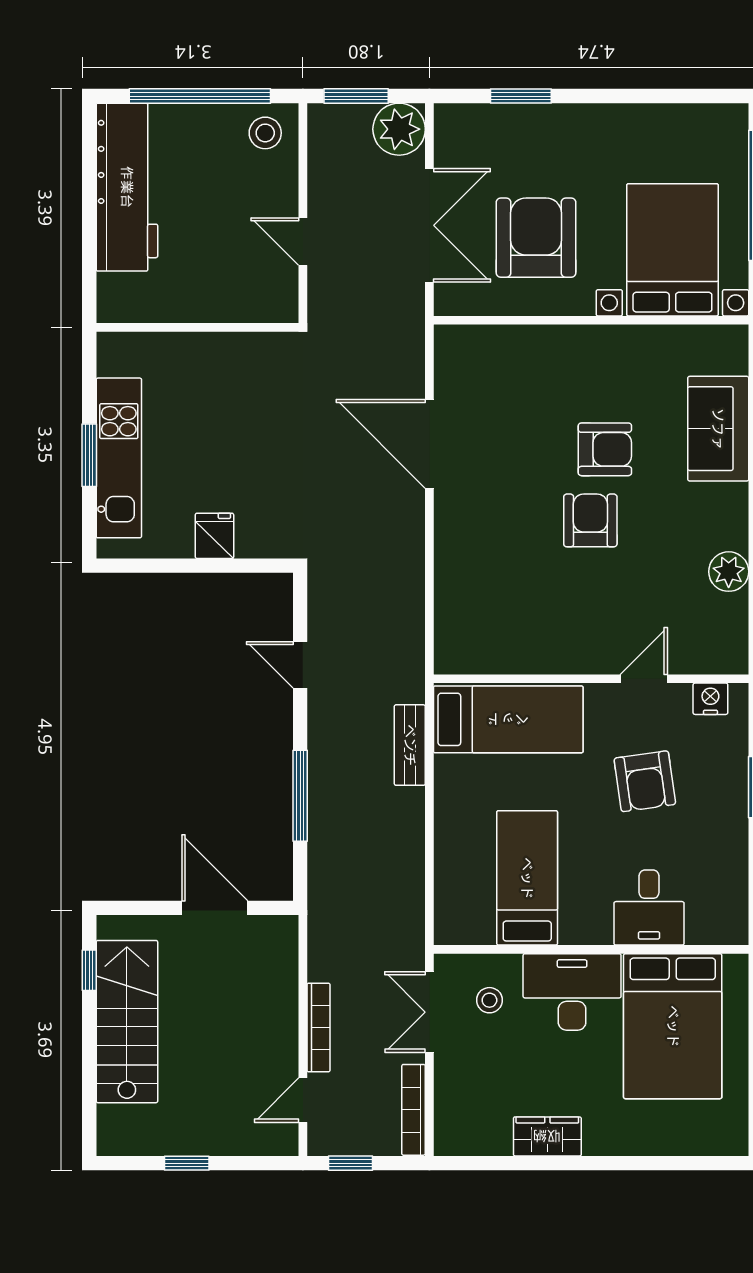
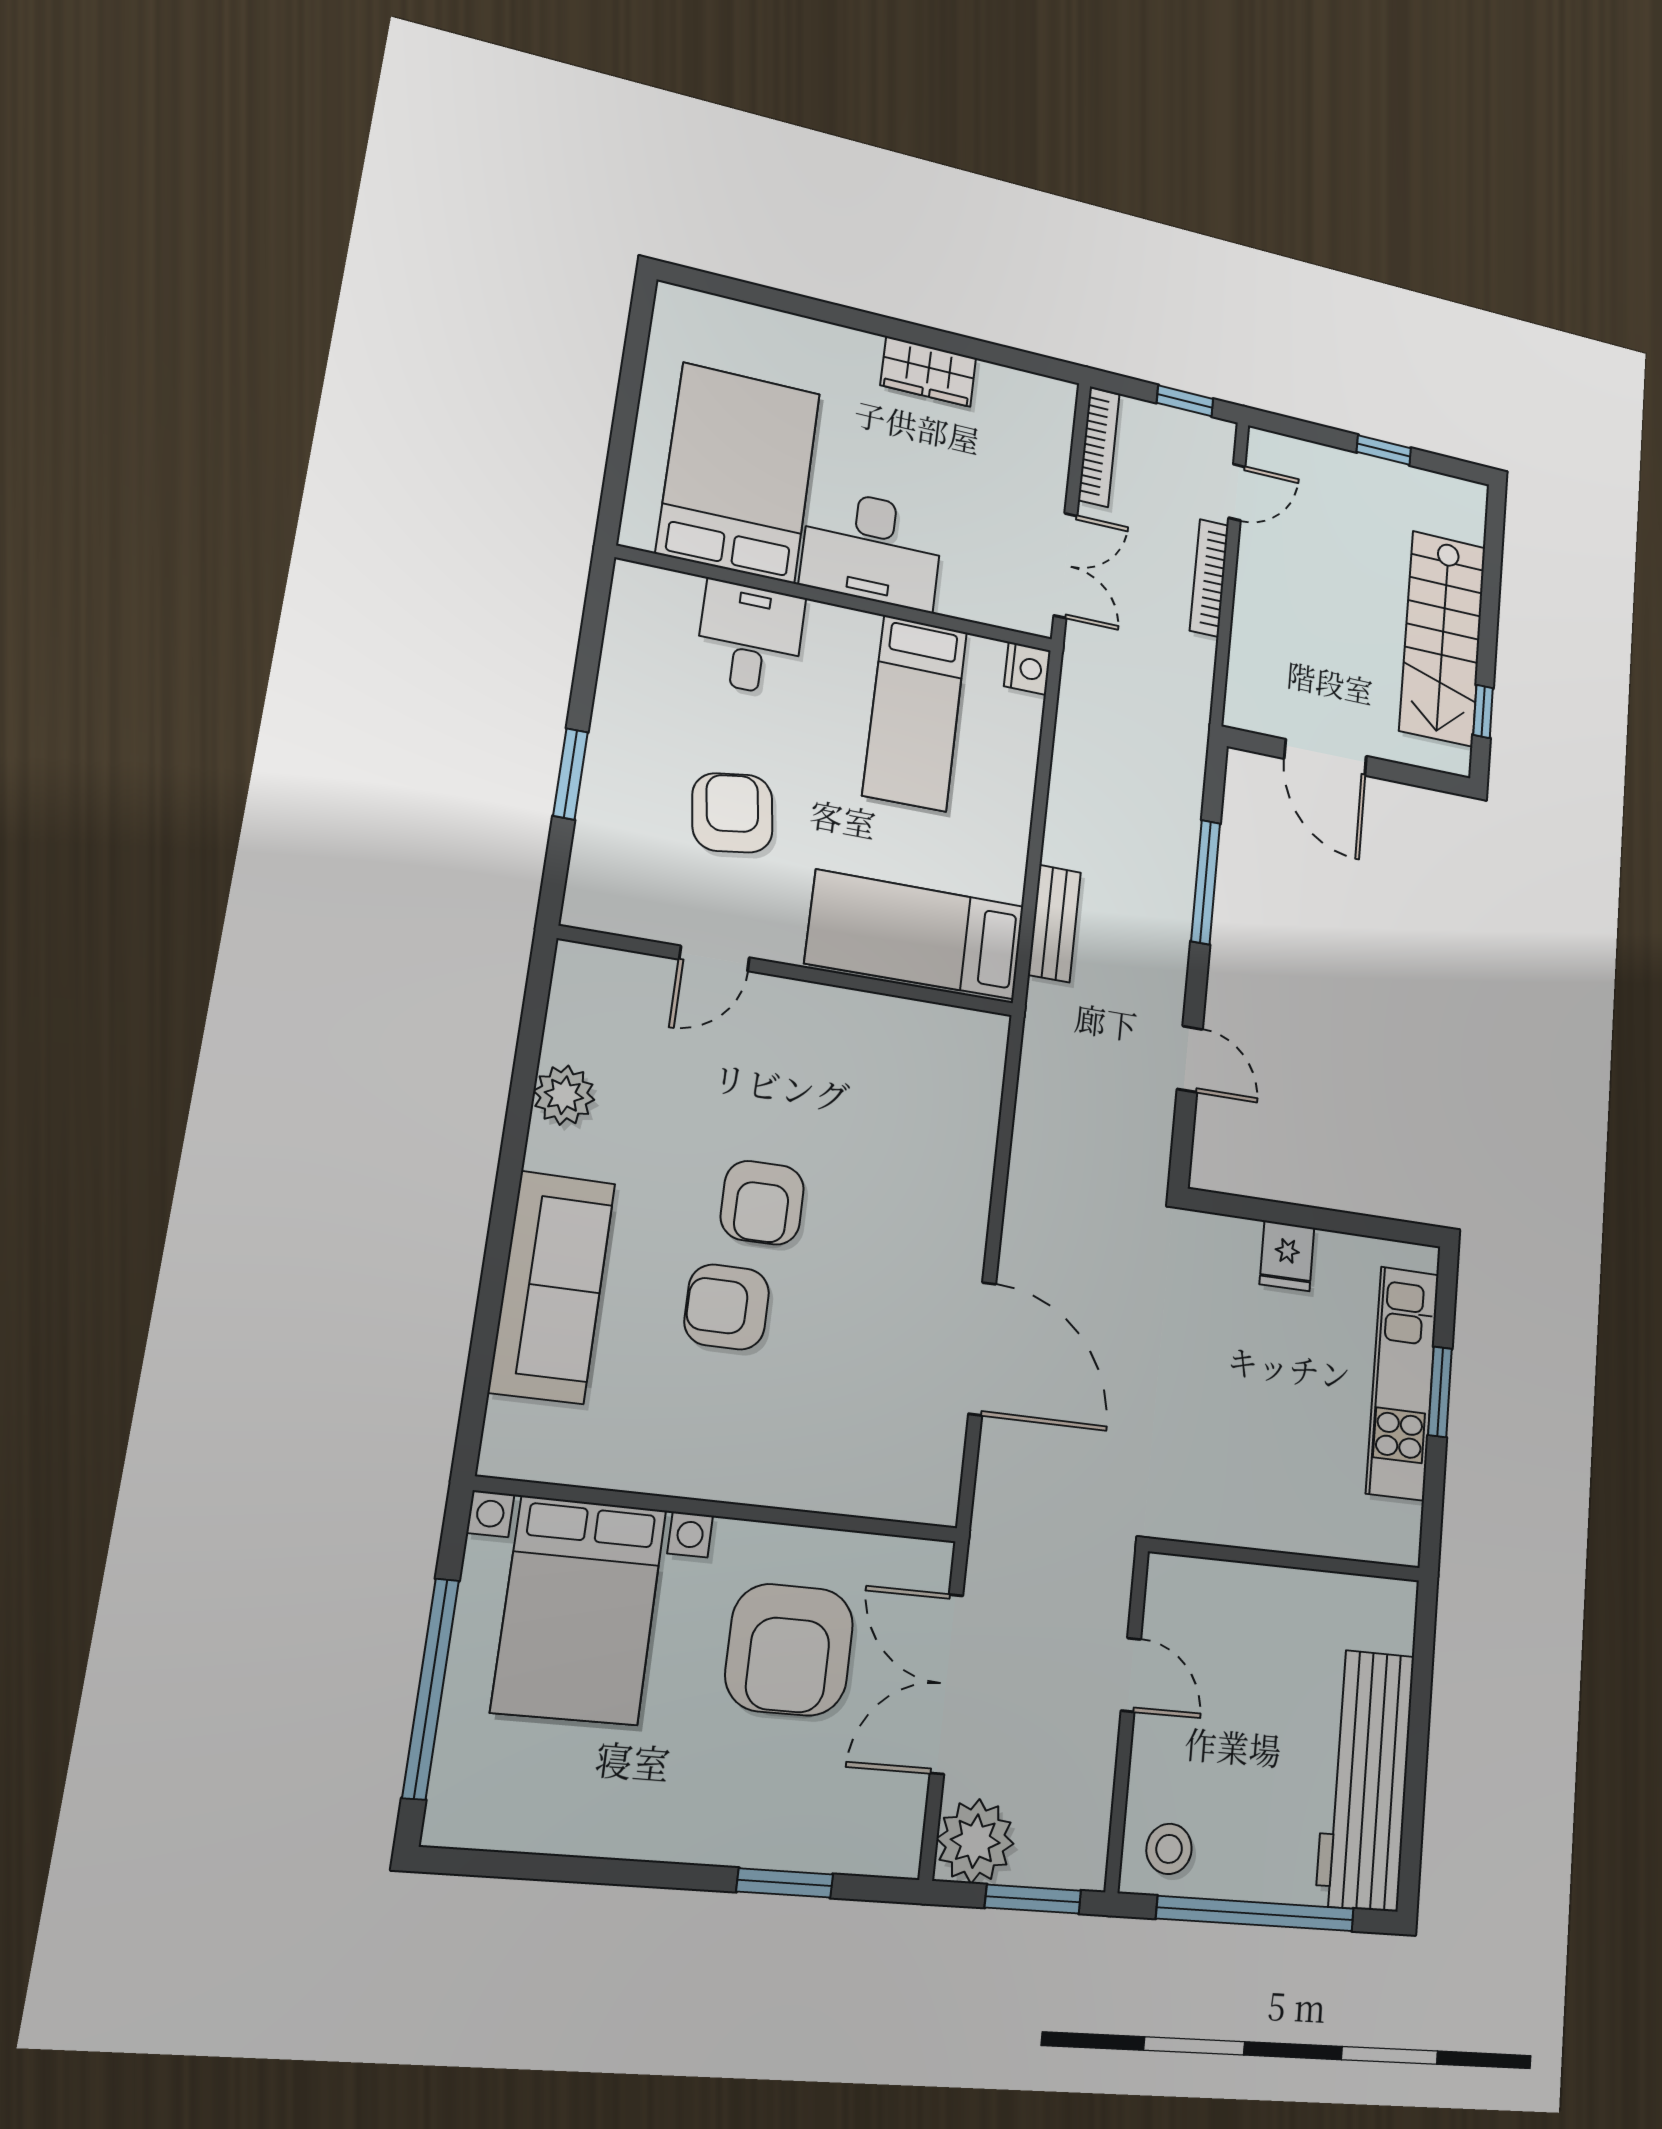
sofa: (718, 429) -> (552, 1287), width x1.36
nightstand: (710, 699) -> (1027, 668), moved, turned -90
stool: (489, 1000) -> (985, 563), removed

